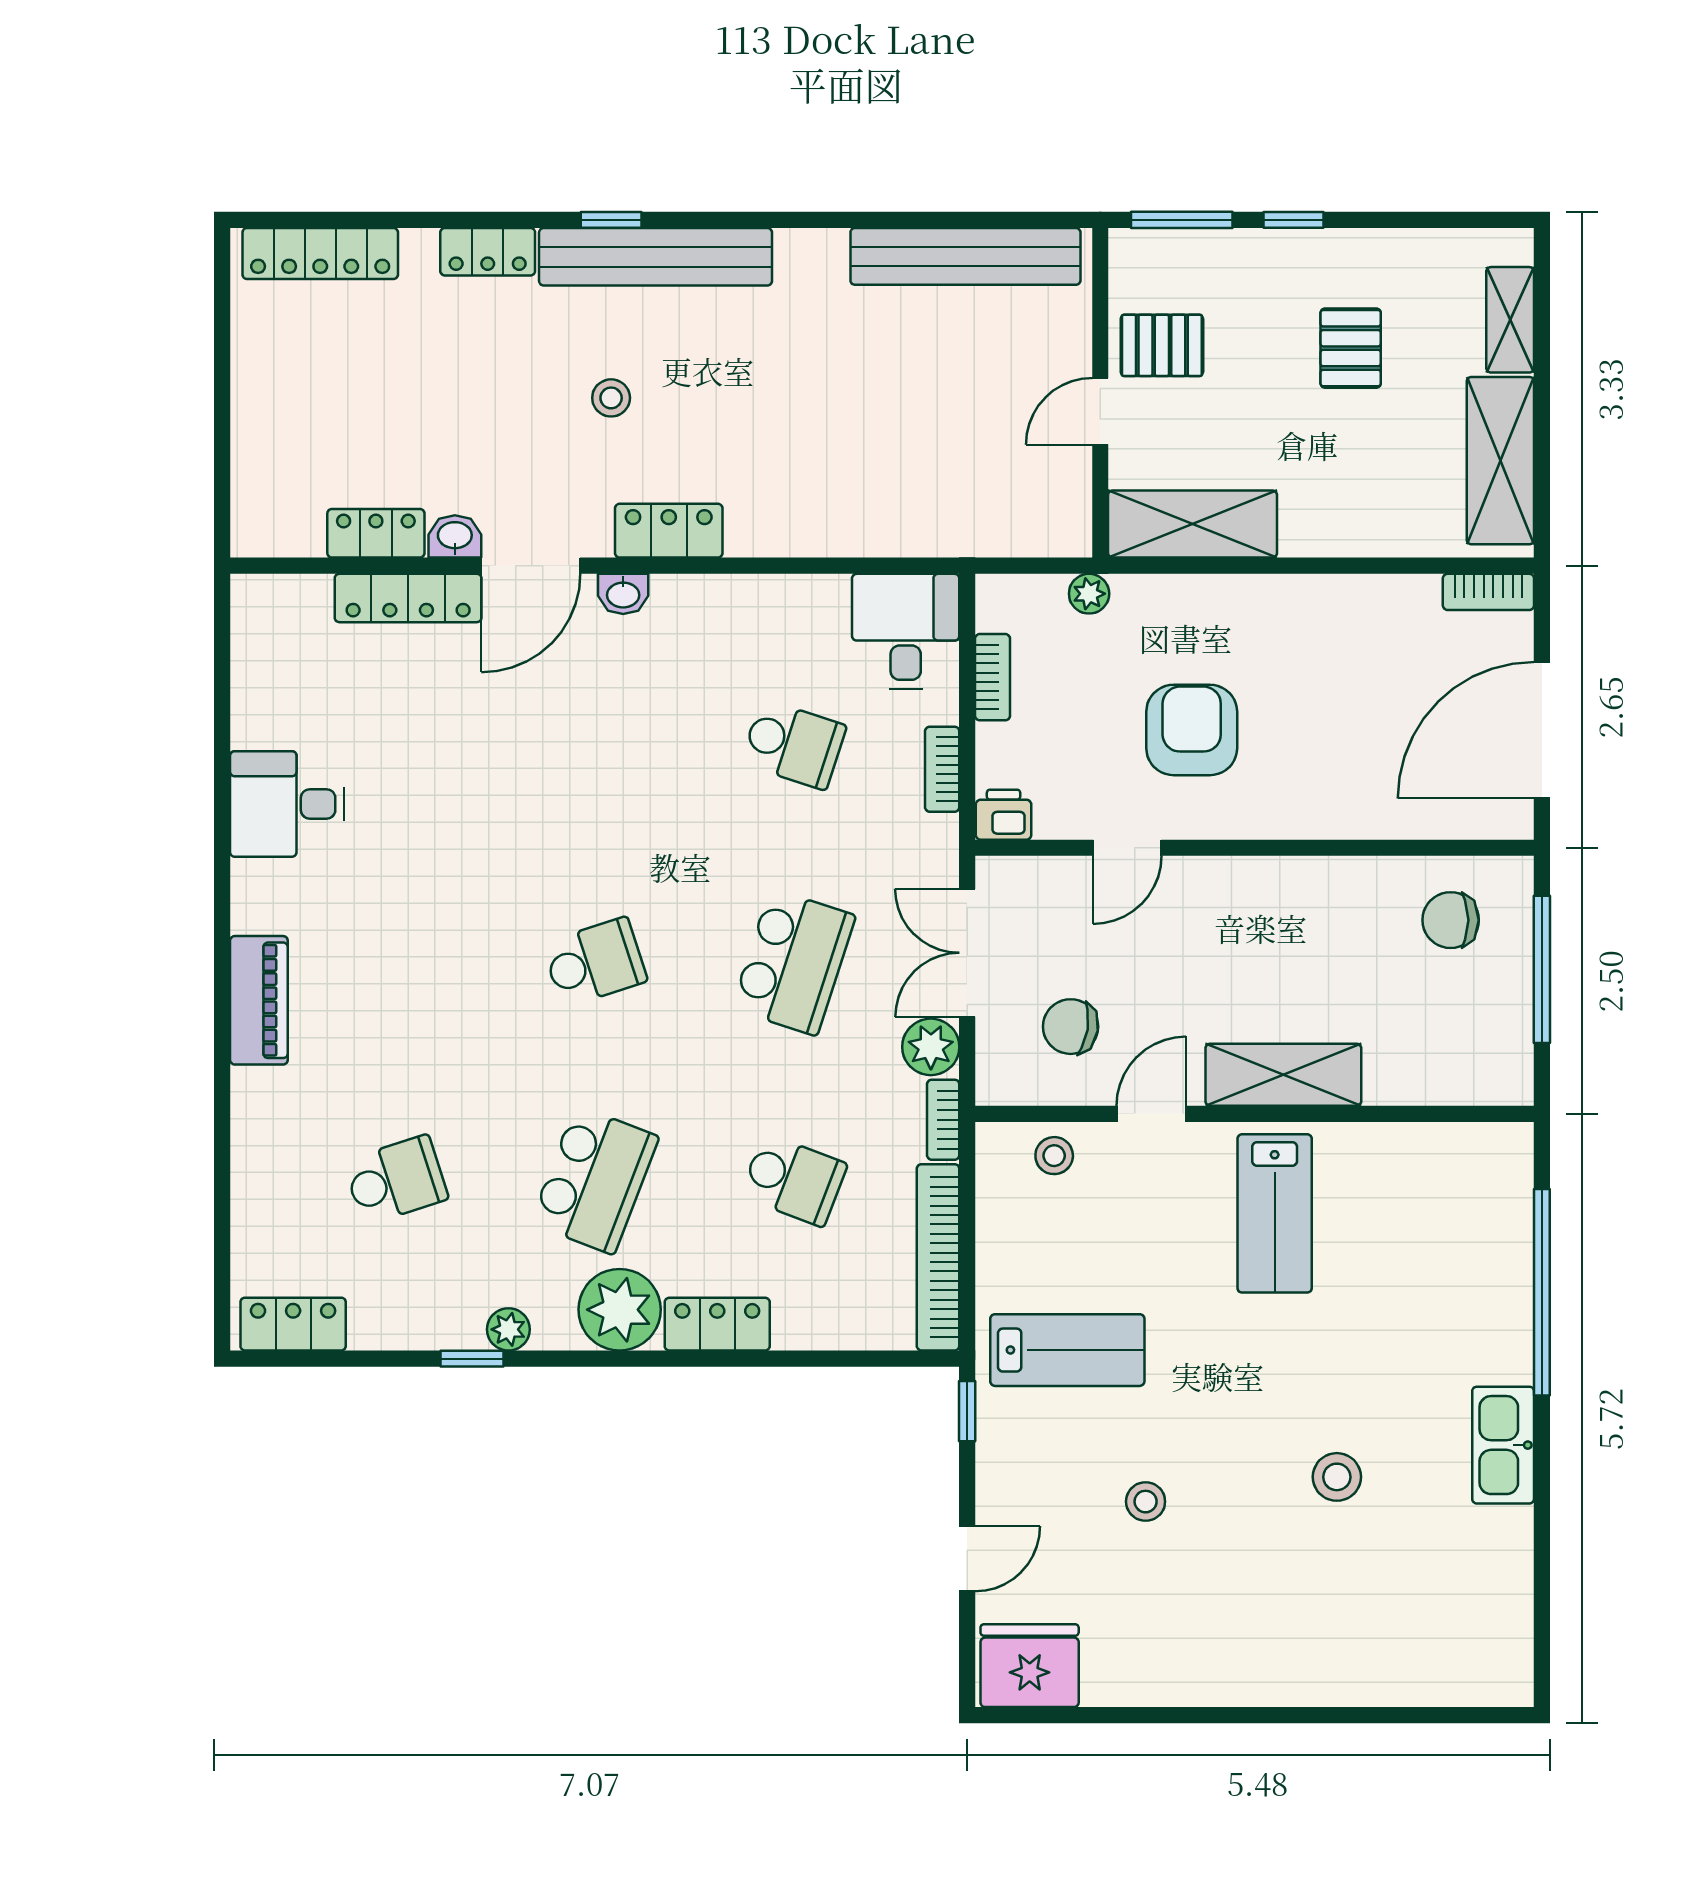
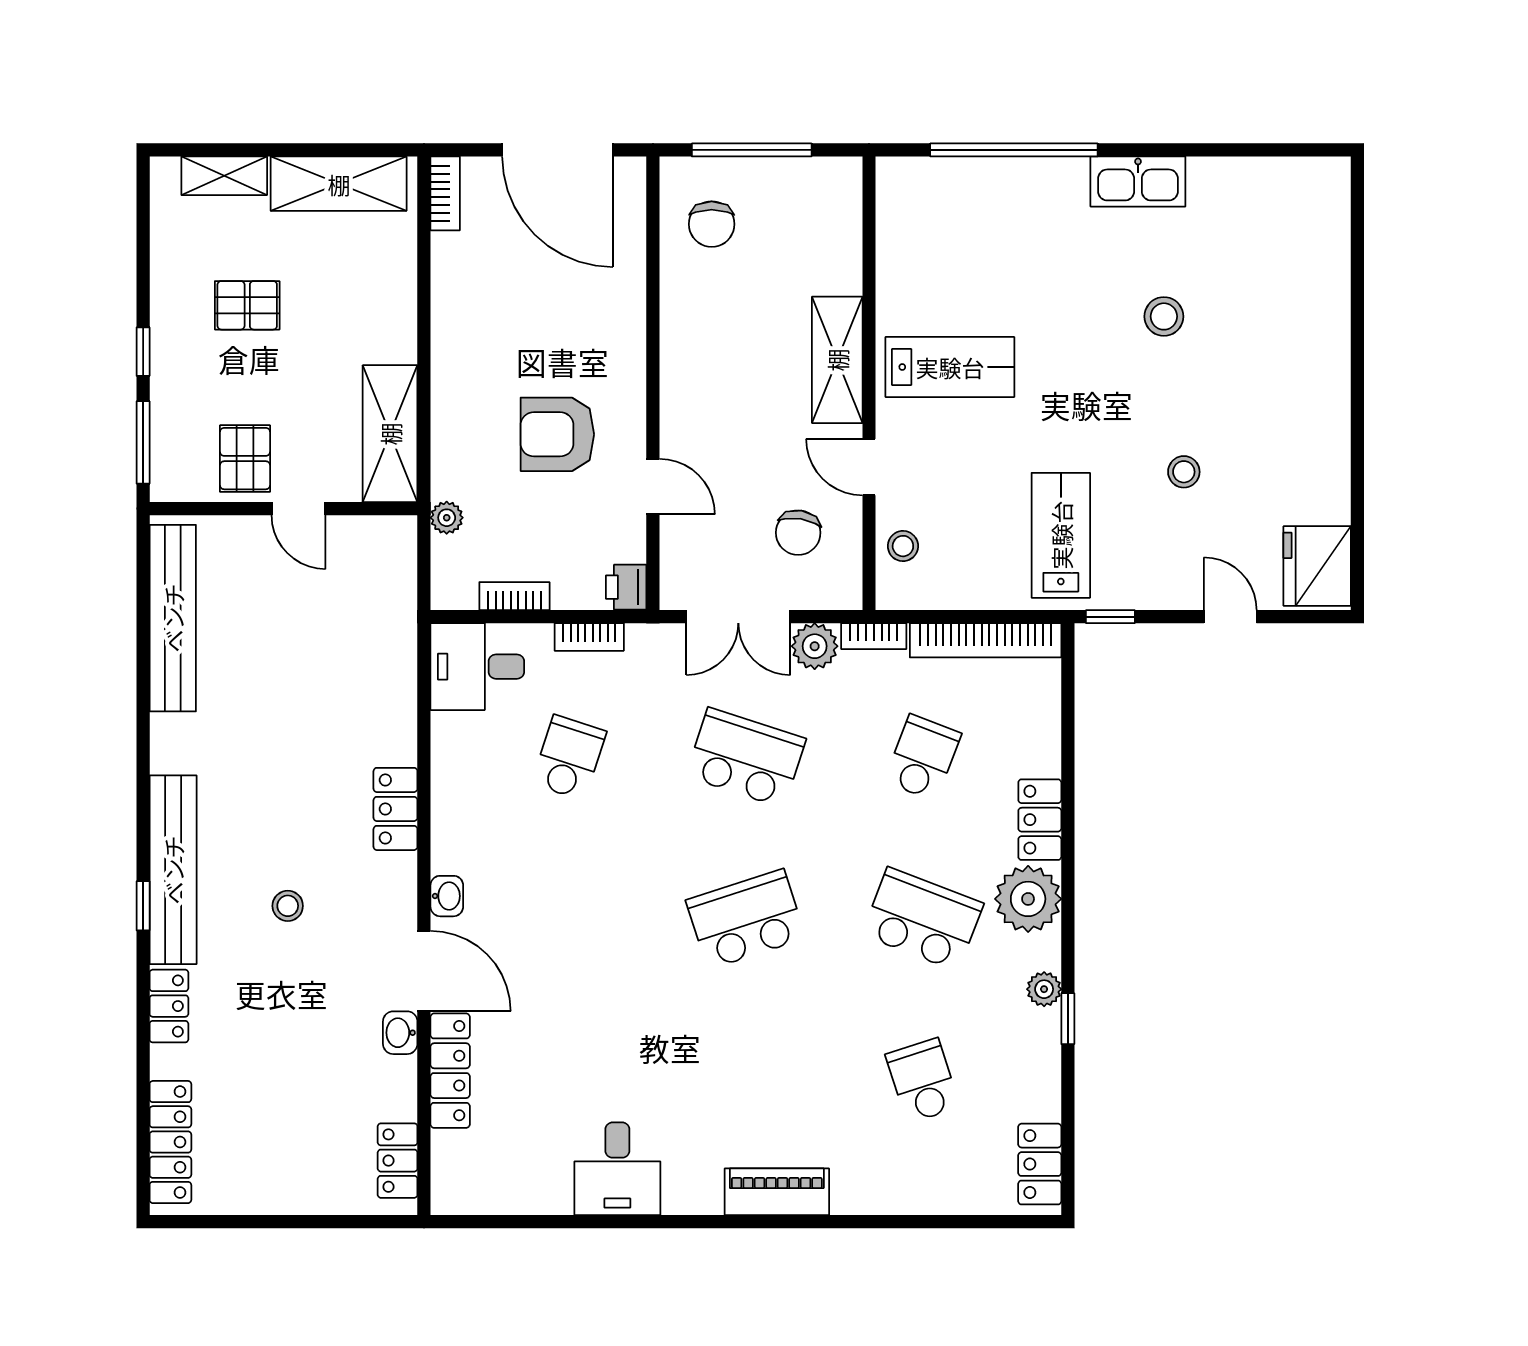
locker: (669, 531) -> (395, 809), moved
locker: (376, 533) -> (398, 1161), moved
school desk: (595, 962) -> (746, 919), width x1.85

